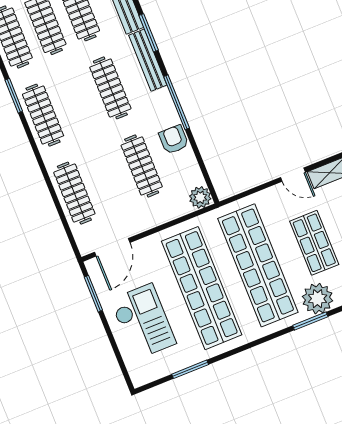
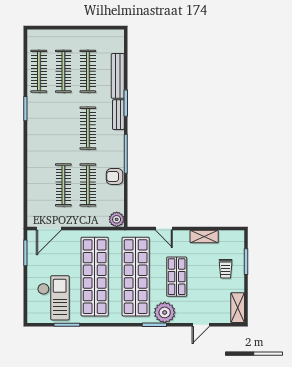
bench: (148, 60) -> (118, 115), width x0.73
clothes rail: (43, 115) -> (39, 128), removed
armchair: (174, 140) -> (115, 176), turned -90
door: (293, 175) -> (164, 229), moved
clothes rail: (74, 193) -> (63, 185), moved
checkout: (143, 322) -> (53, 298), moved

